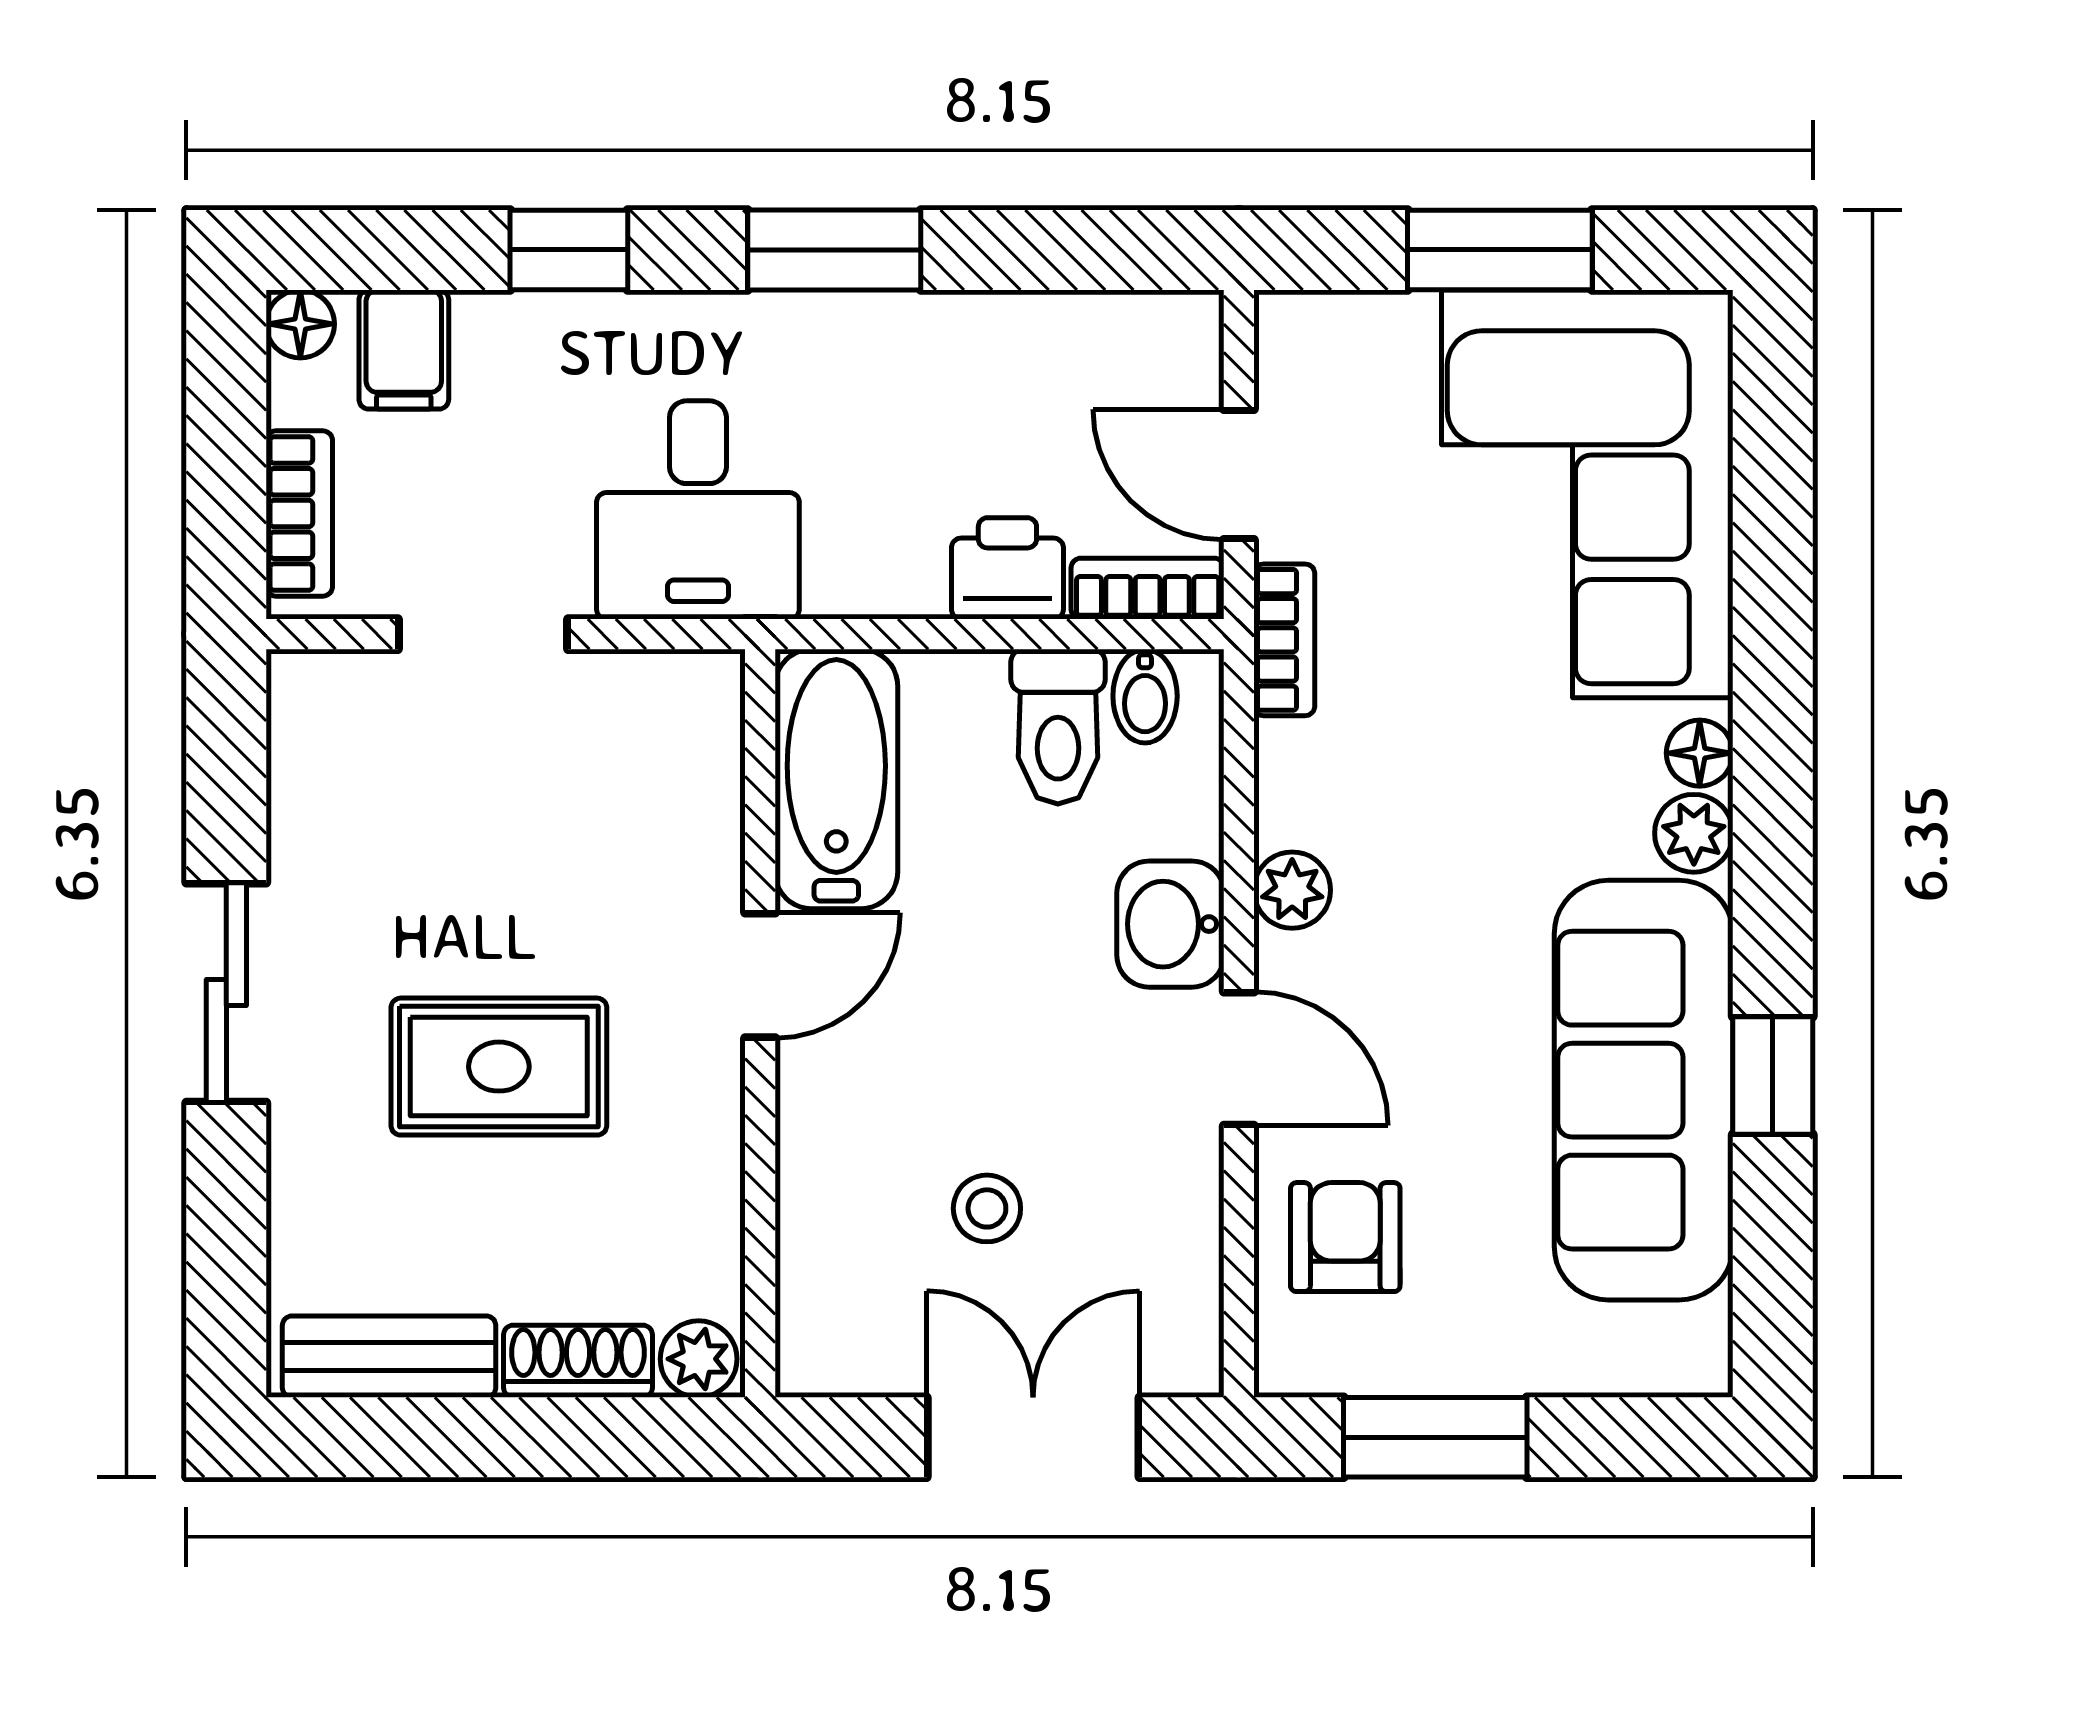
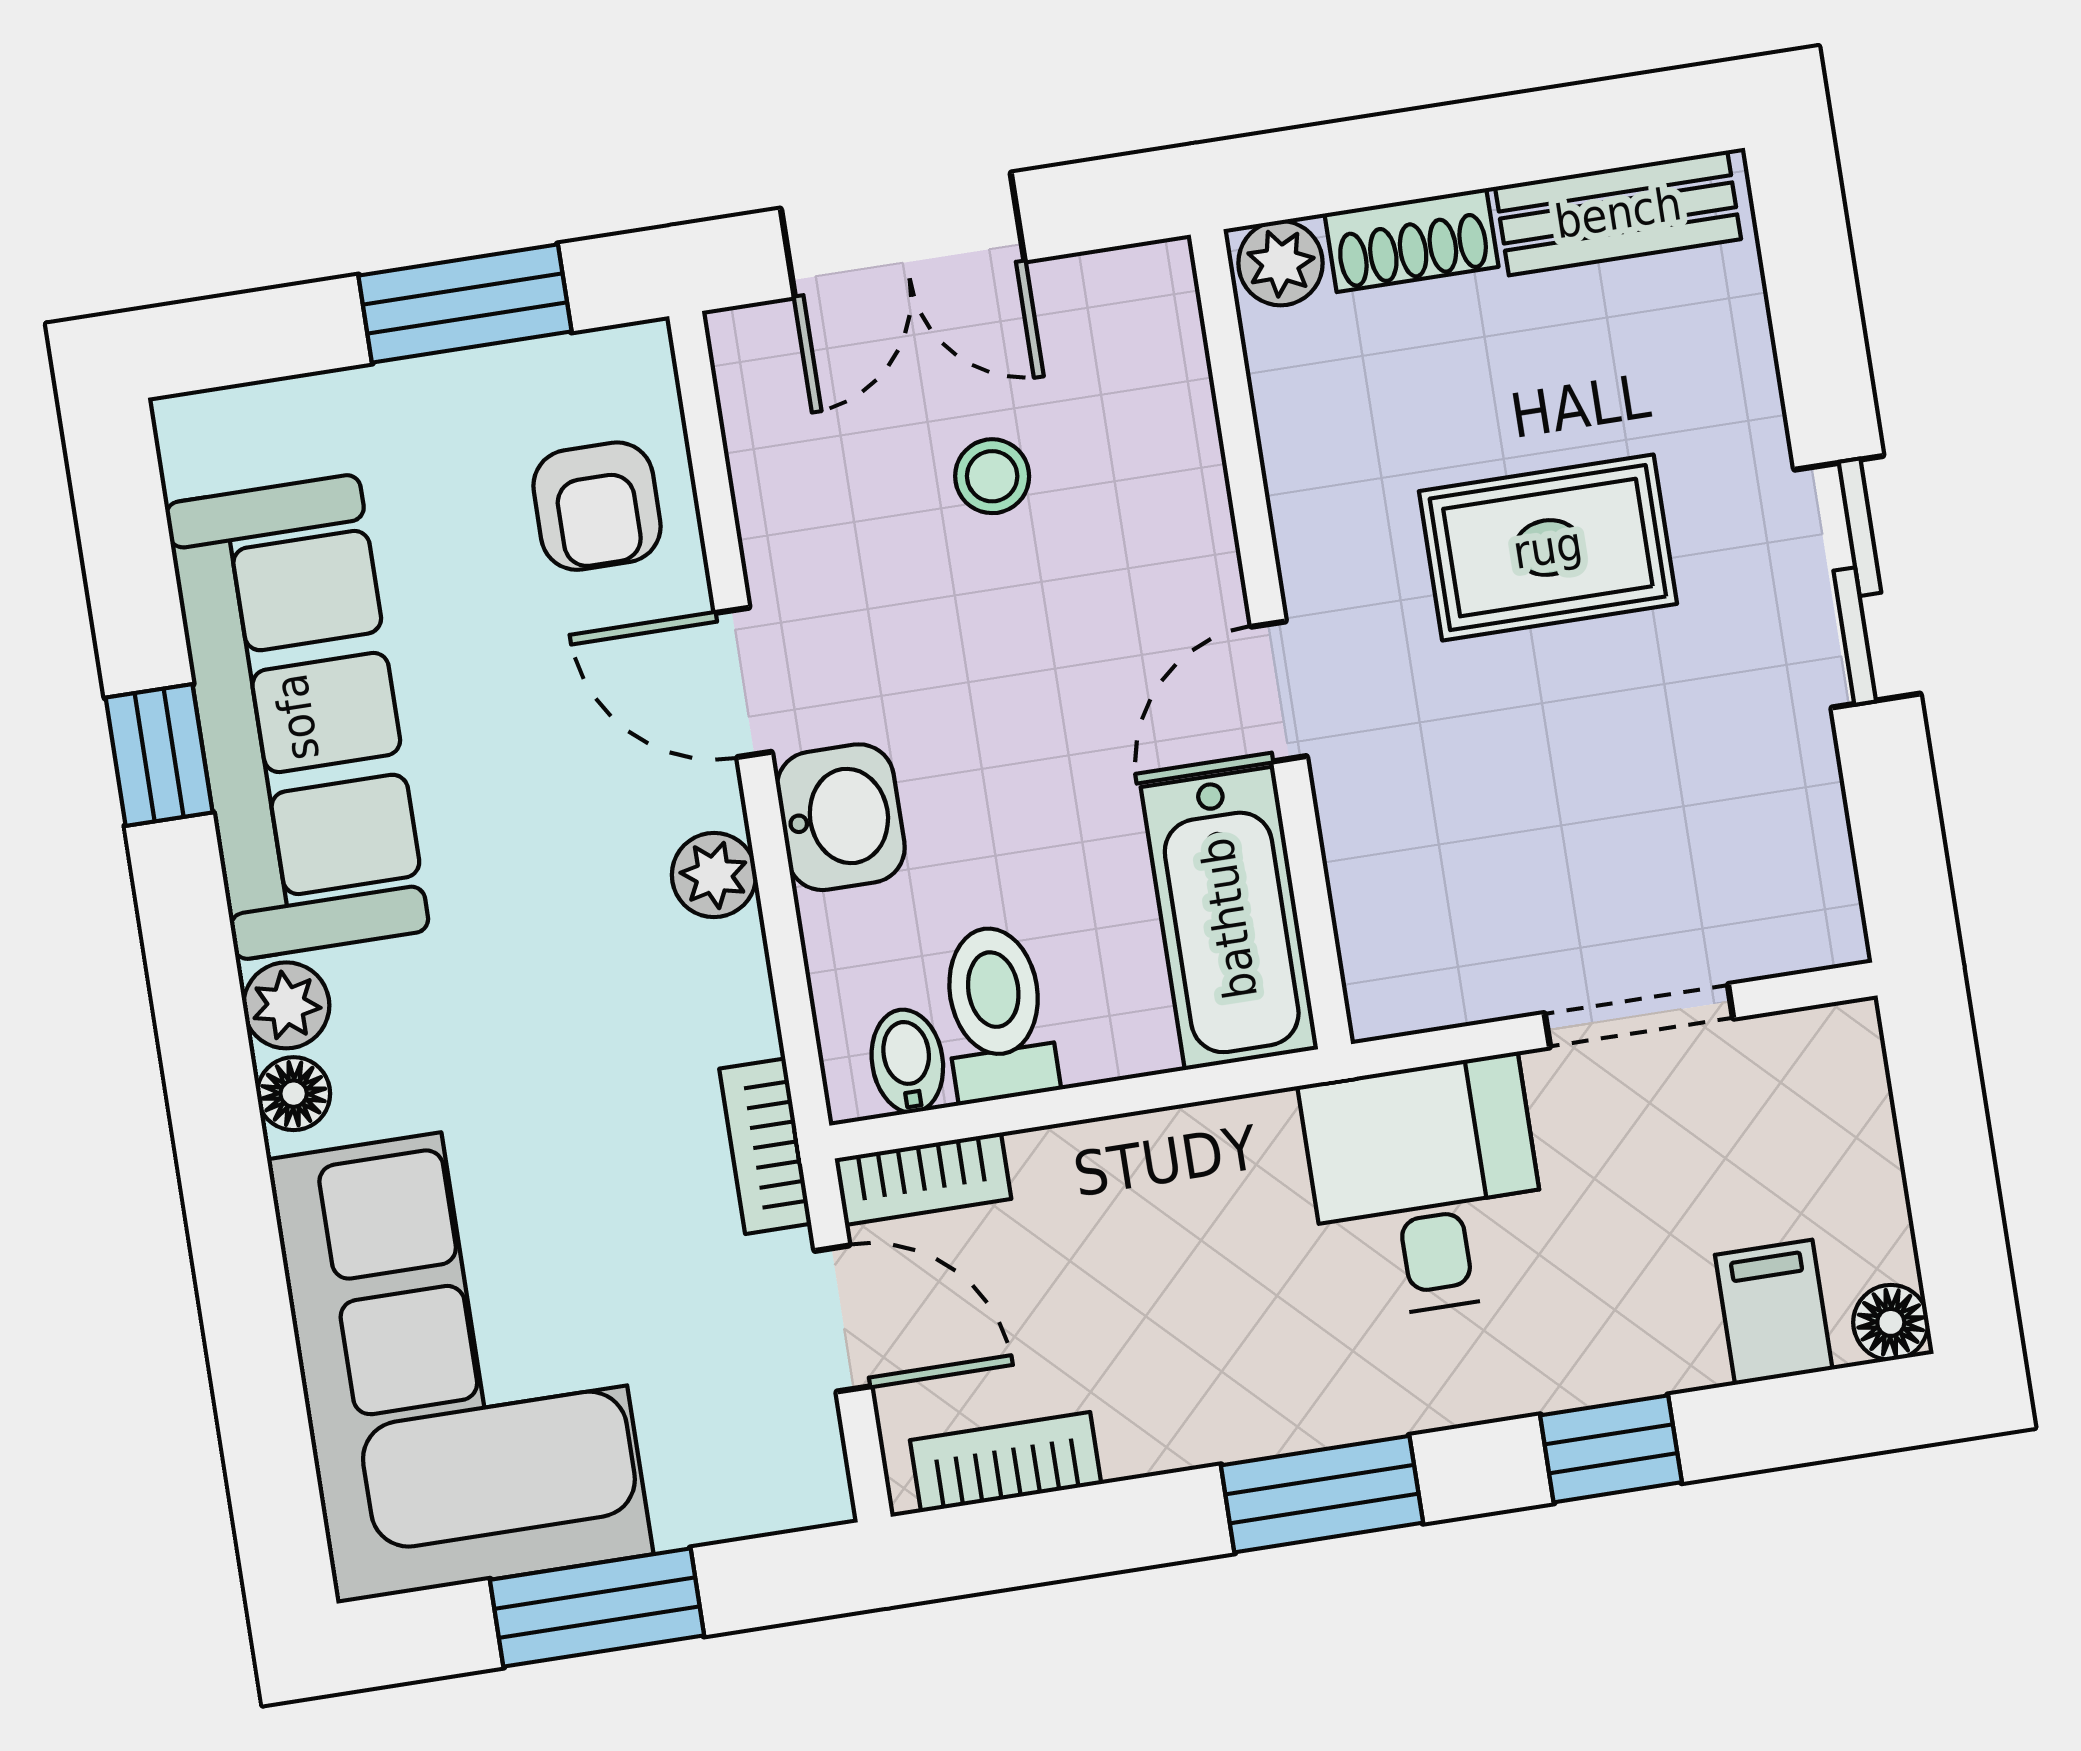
bookcase: (299, 513) -> (1006, 1462), moved, turned 90
printer: (1007, 568) -> (1079, 1177), removed

